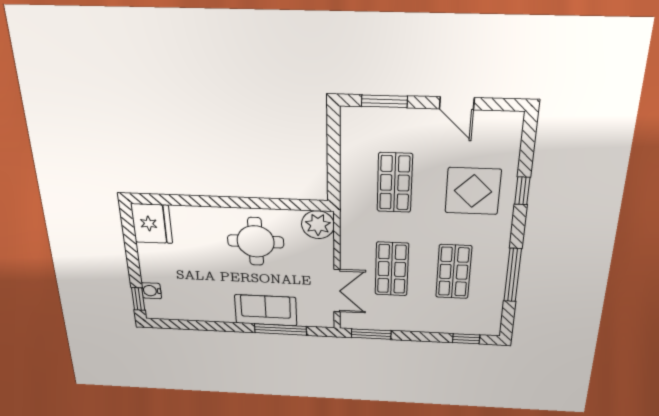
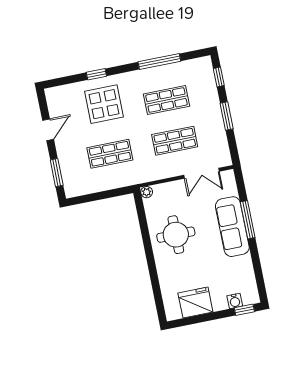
fridge: (152, 224) -> (195, 303), moved
plant: (318, 225) -> (147, 192), width x0.53, depth x0.53
double door: (337, 291) -> (202, 173), swing flipped
sofa: (266, 310) -> (232, 227), width x1.36
window: (281, 330) -> (248, 220), moved
window: (371, 334) -> (227, 116), moved

